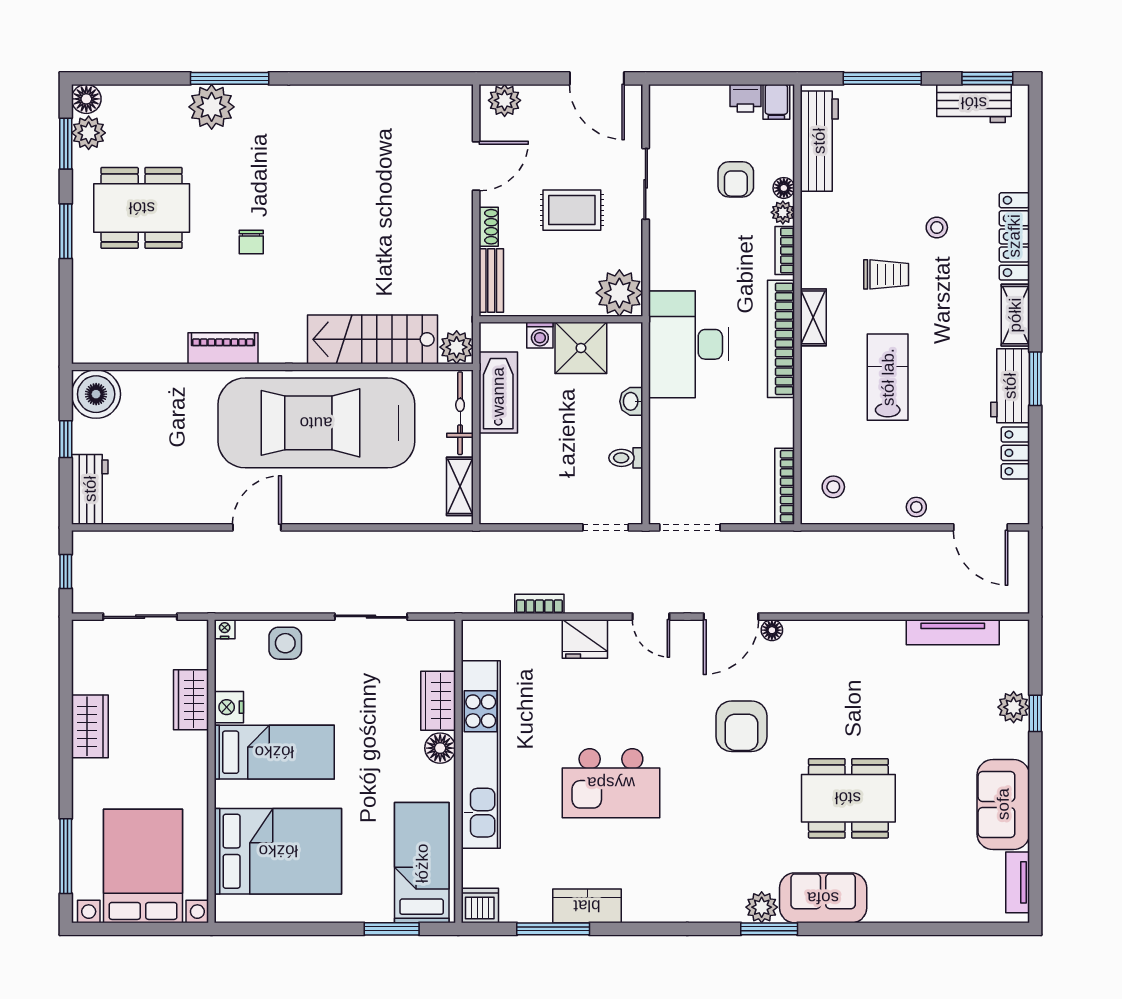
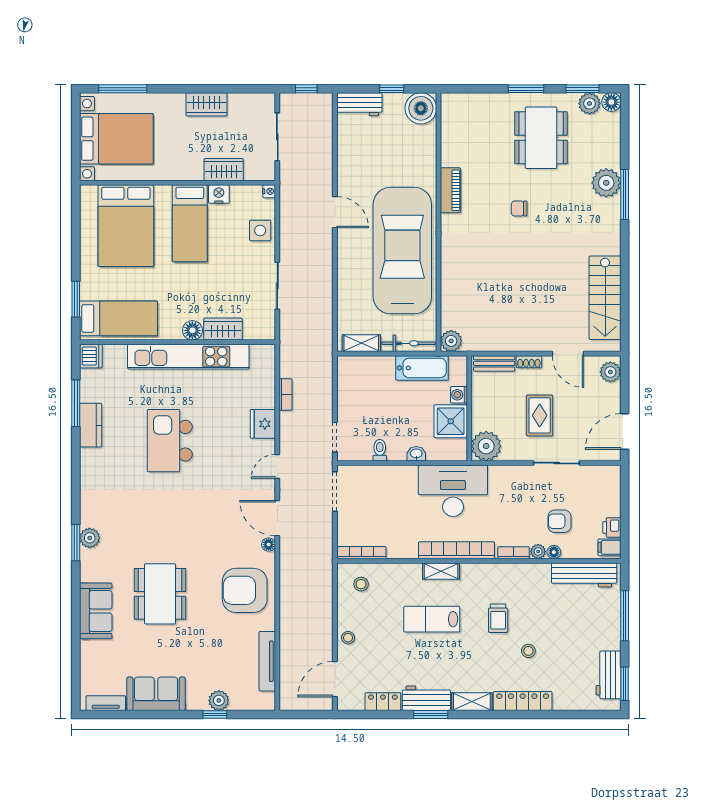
shelving: (813, 317) -> (441, 571), moved
stairs: (373, 339) -> (605, 298), moved, turned 180
lab bench: (888, 377) -> (432, 619), turned 180
armchair: (742, 726) -> (245, 590), moved, width x1.36, depth x1.36
sofa: (823, 898) -> (96, 611), moved

